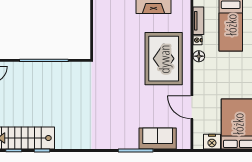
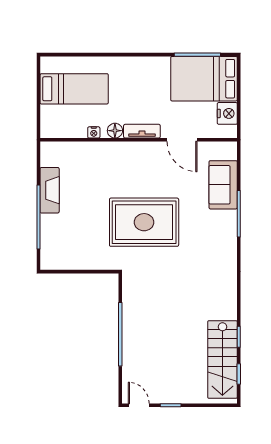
tv unit: (198, 21) -> (142, 131), moved
rug: (164, 59) -> (144, 222), moved
door: (192, 107) -> (182, 140), hinge flipped

